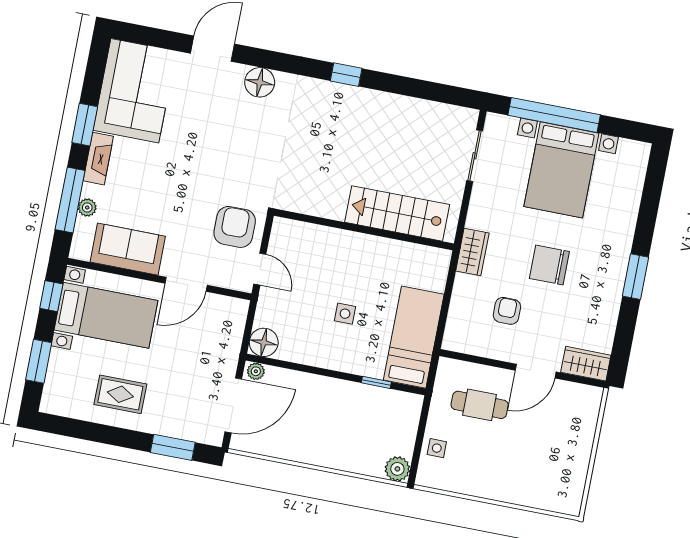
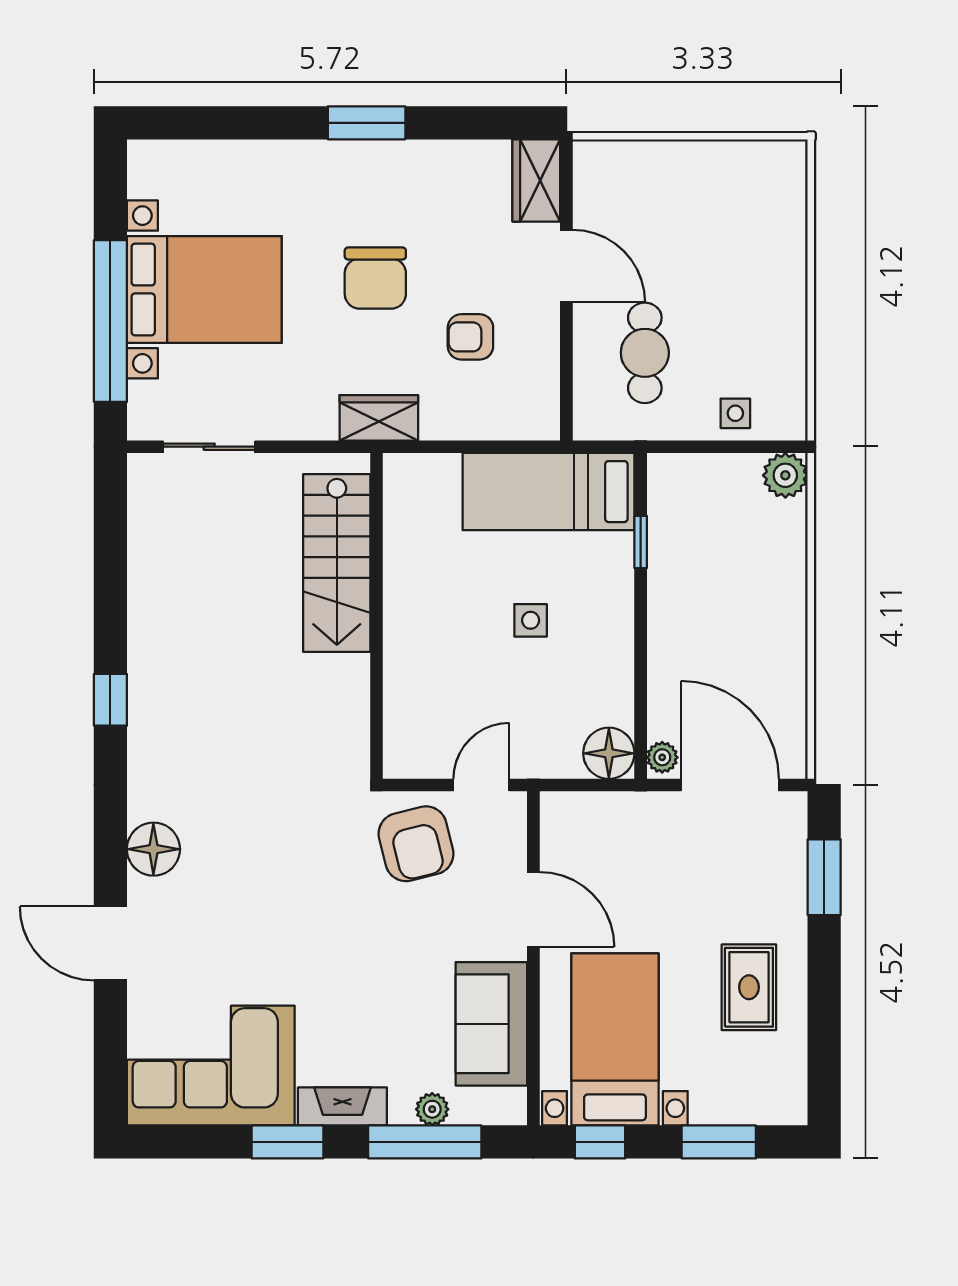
armchair: (235, 227) -> (416, 844), turned -104

